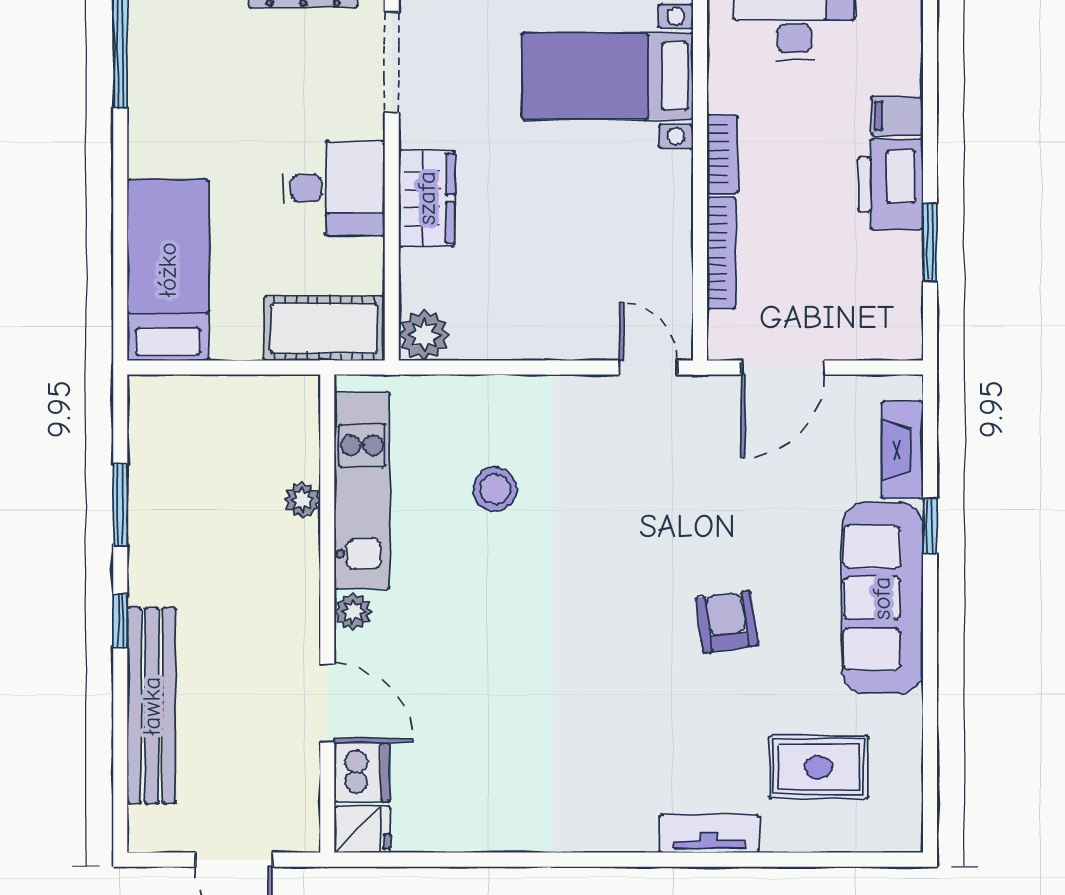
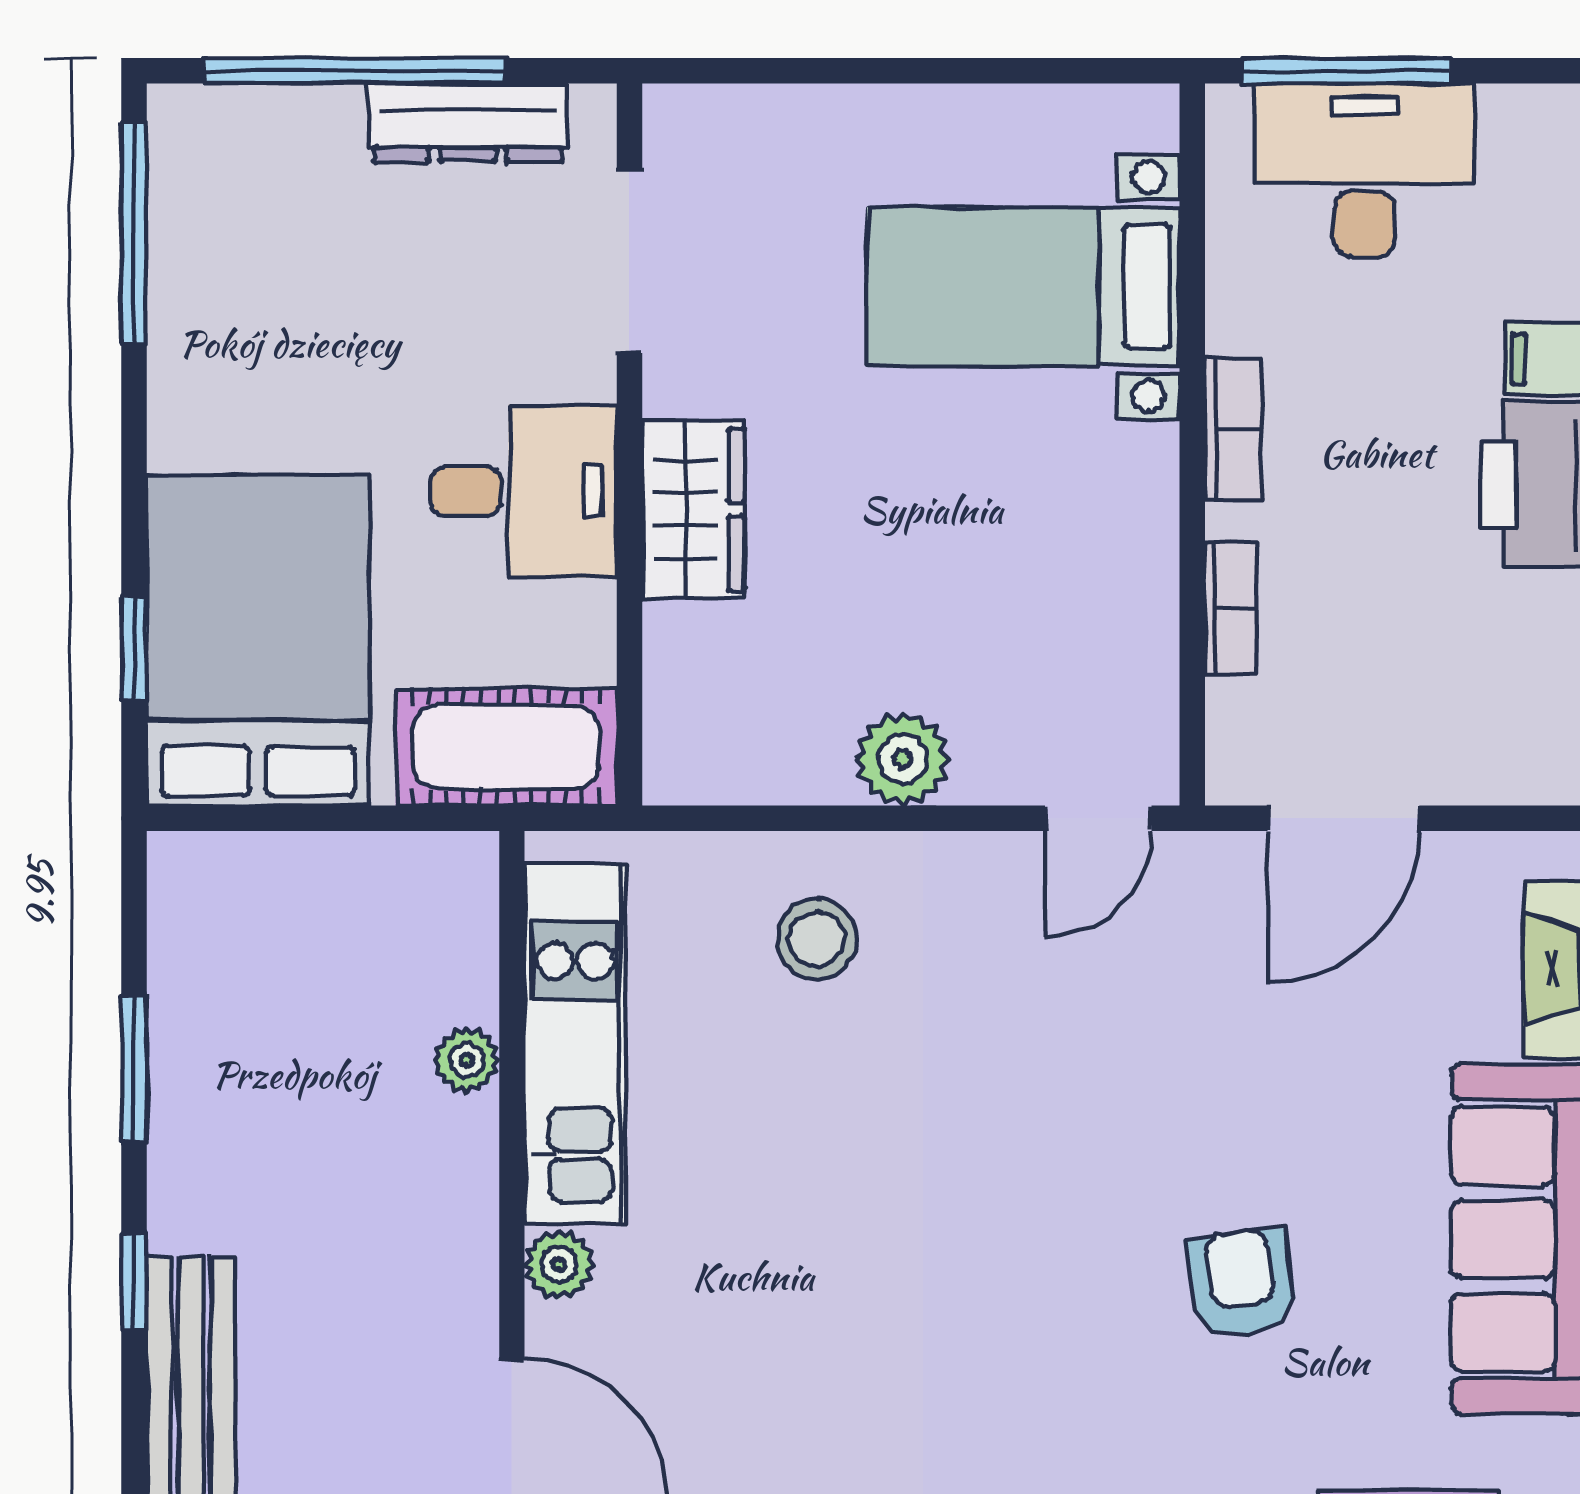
bookcase: (721, 253) -> (1231, 609), width x0.64
bed: (168, 270) -> (258, 640), width x1.50
window: (120, 274) -> (134, 648), added
plant: (424, 335) -> (903, 759), moved
door: (648, 367) -> (1098, 818), swing flipped
stool: (495, 489) -> (817, 939), moved

